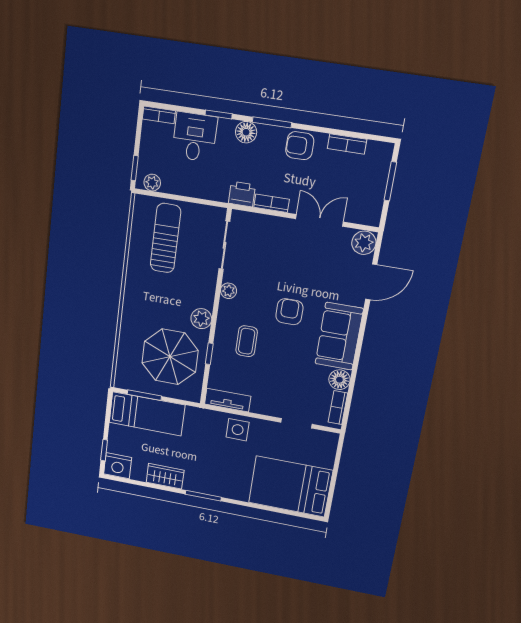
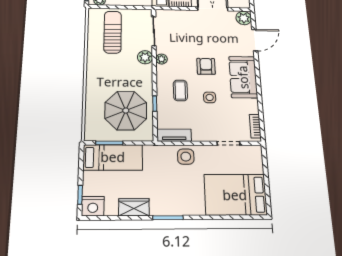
plant: (201, 319) -> (145, 57), moved
side table: (285, 358) -> (210, 97), added
floor lamp: (339, 380) -> (251, 106), removed

